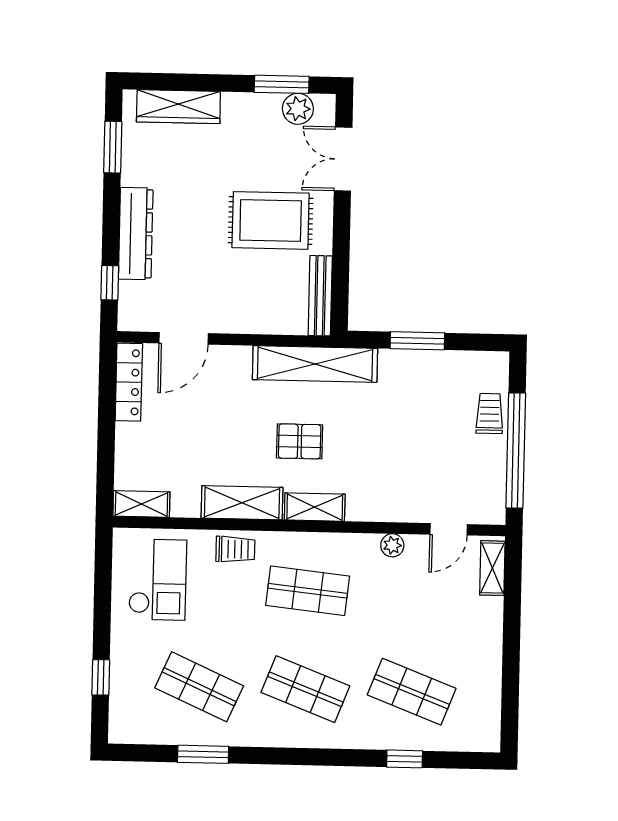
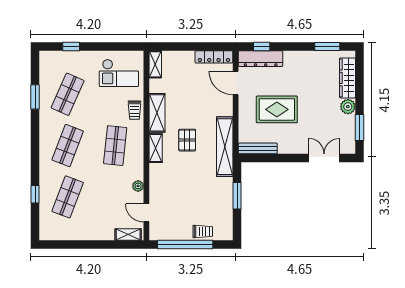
plant: (298, 109) -> (348, 107), moved
rug: (271, 220) -> (277, 109), moved, turned 90
dresser: (136, 234) -> (261, 59), moved

